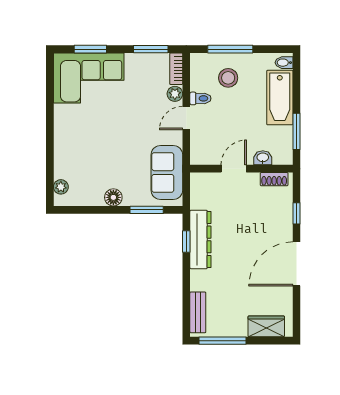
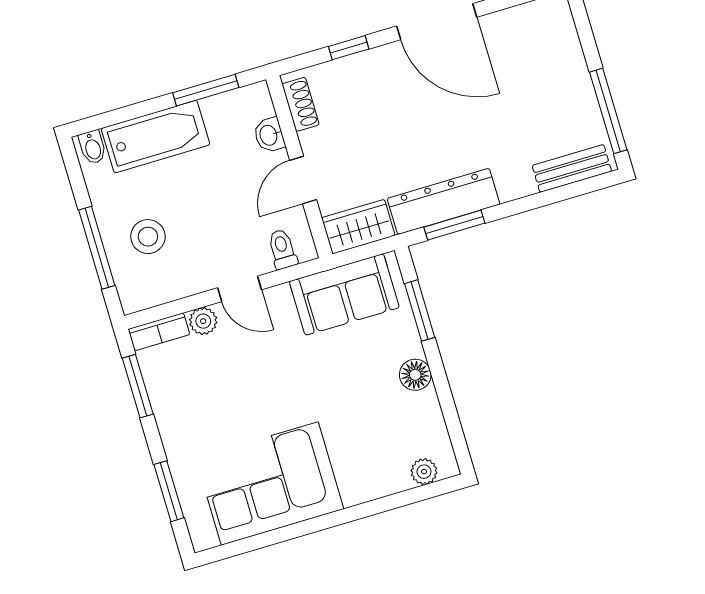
corner sofa: (89, 78) -> (270, 483), moved, turned -90
toilet: (200, 98) -> (282, 249), moved
door: (234, 169) -> (303, 180), hinge flipped
window: (186, 241) -> (454, 225), width x1.50
wardrobe: (266, 326) -> (358, 227), moved, turned 90

